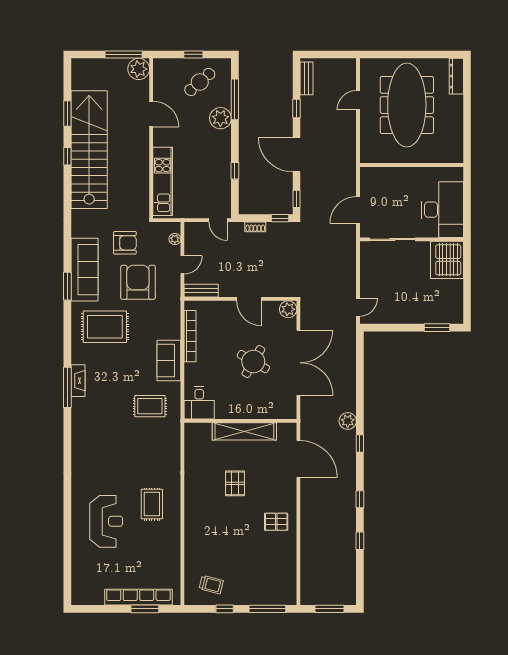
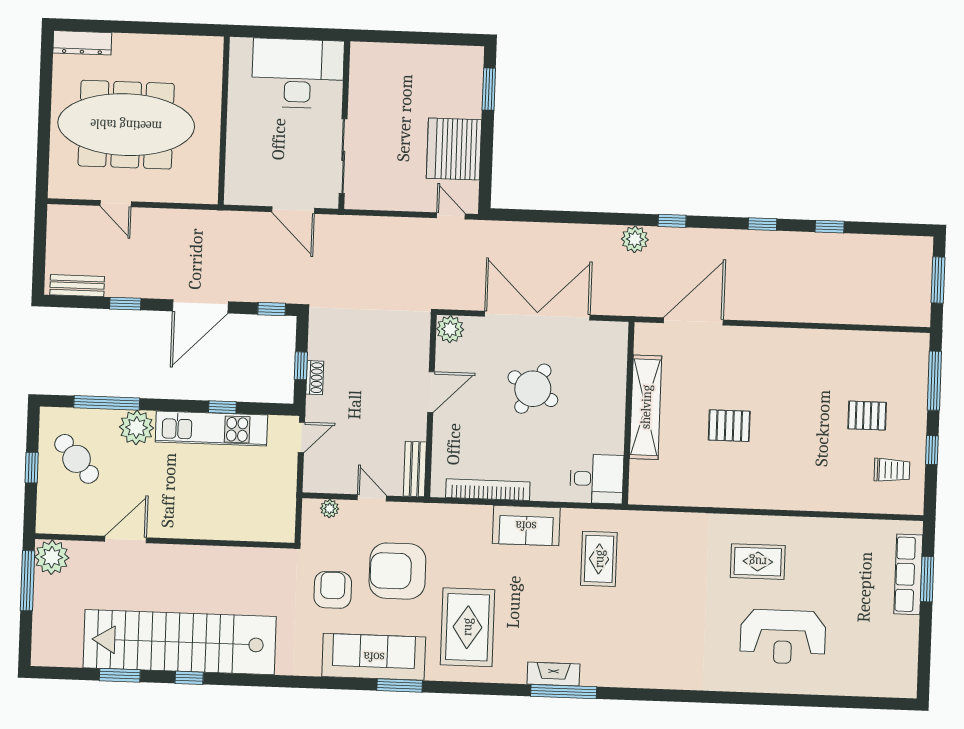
kitchen unit: (163, 181) -> (211, 428), moved, turned 180
window: (280, 218) -> (301, 366), moved
server rack: (447, 260) -> (454, 149), moved, turned 90
reception desk: (106, 521) -> (783, 637), turned 180
pallet: (276, 522) -> (867, 416), moved, turned 90
trolley: (211, 585) -> (892, 470), turned 76
row of seats: (138, 597) -> (908, 574), width x0.73

